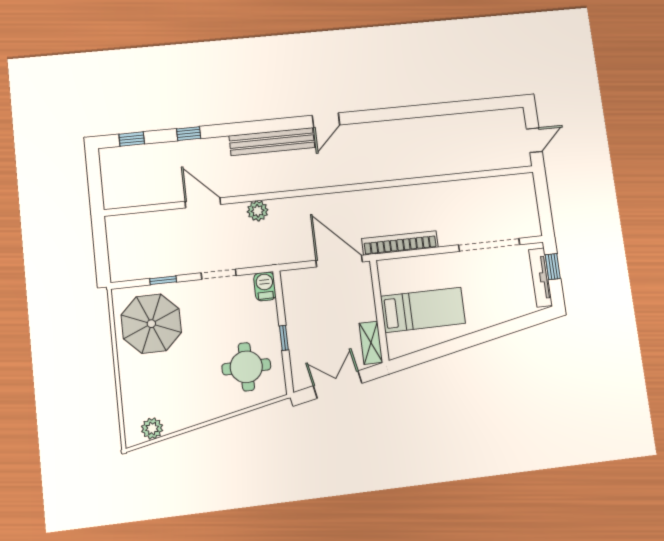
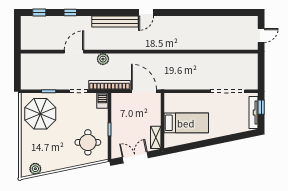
door: (203, 203) -> (74, 52), hinge flipped
bookcase: (400, 243) -> (109, 85), moved

